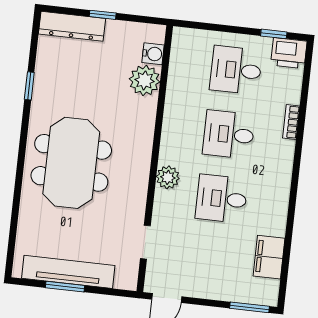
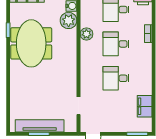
meeting table: (71, 163) -> (31, 43), moved
plant: (168, 177) -> (86, 34), moved

